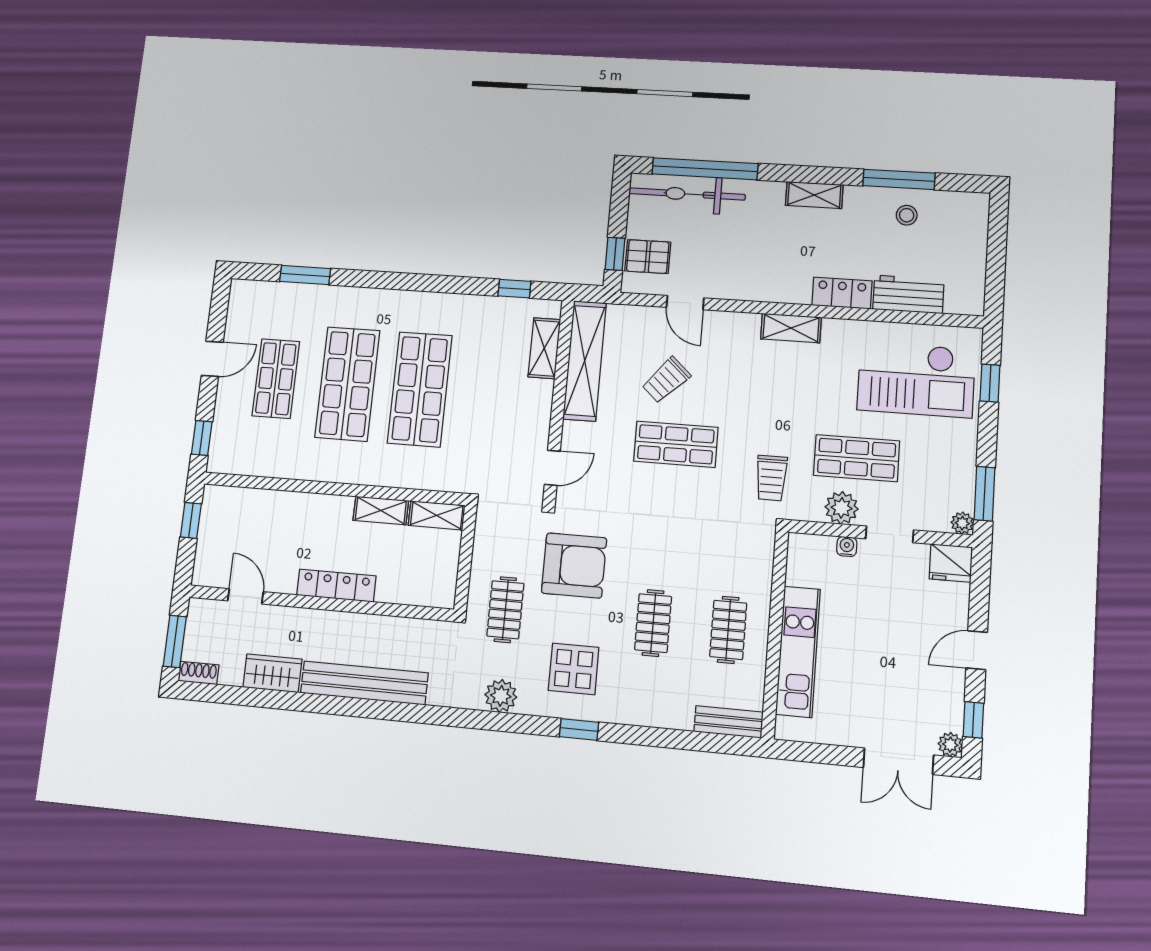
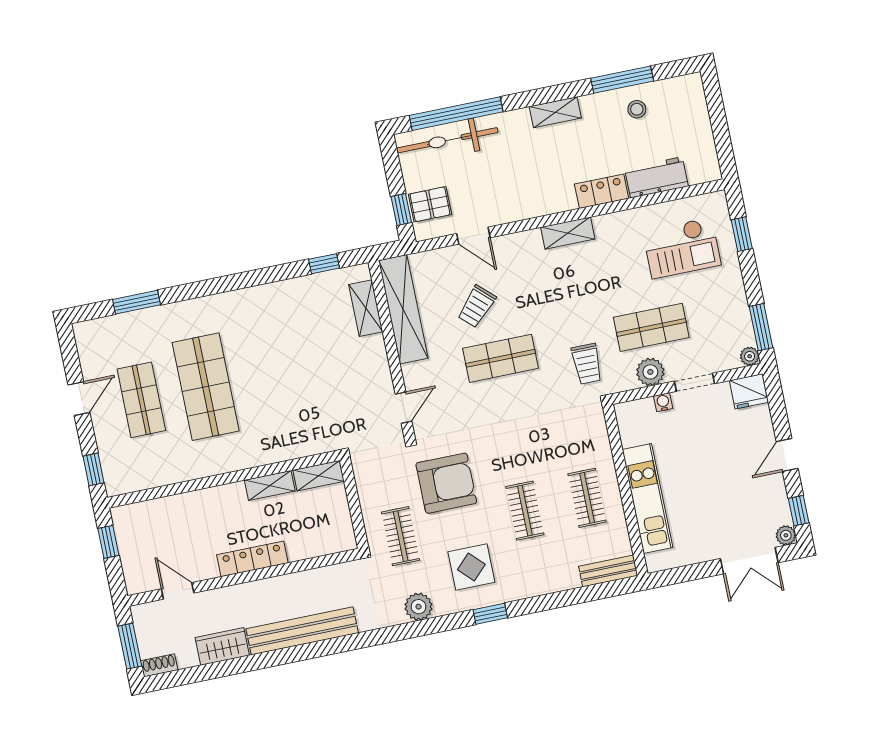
checkout: (916, 380) -> (682, 248), width x0.73, depth x0.83
shop shelf: (420, 389) -> (270, 373), removed

